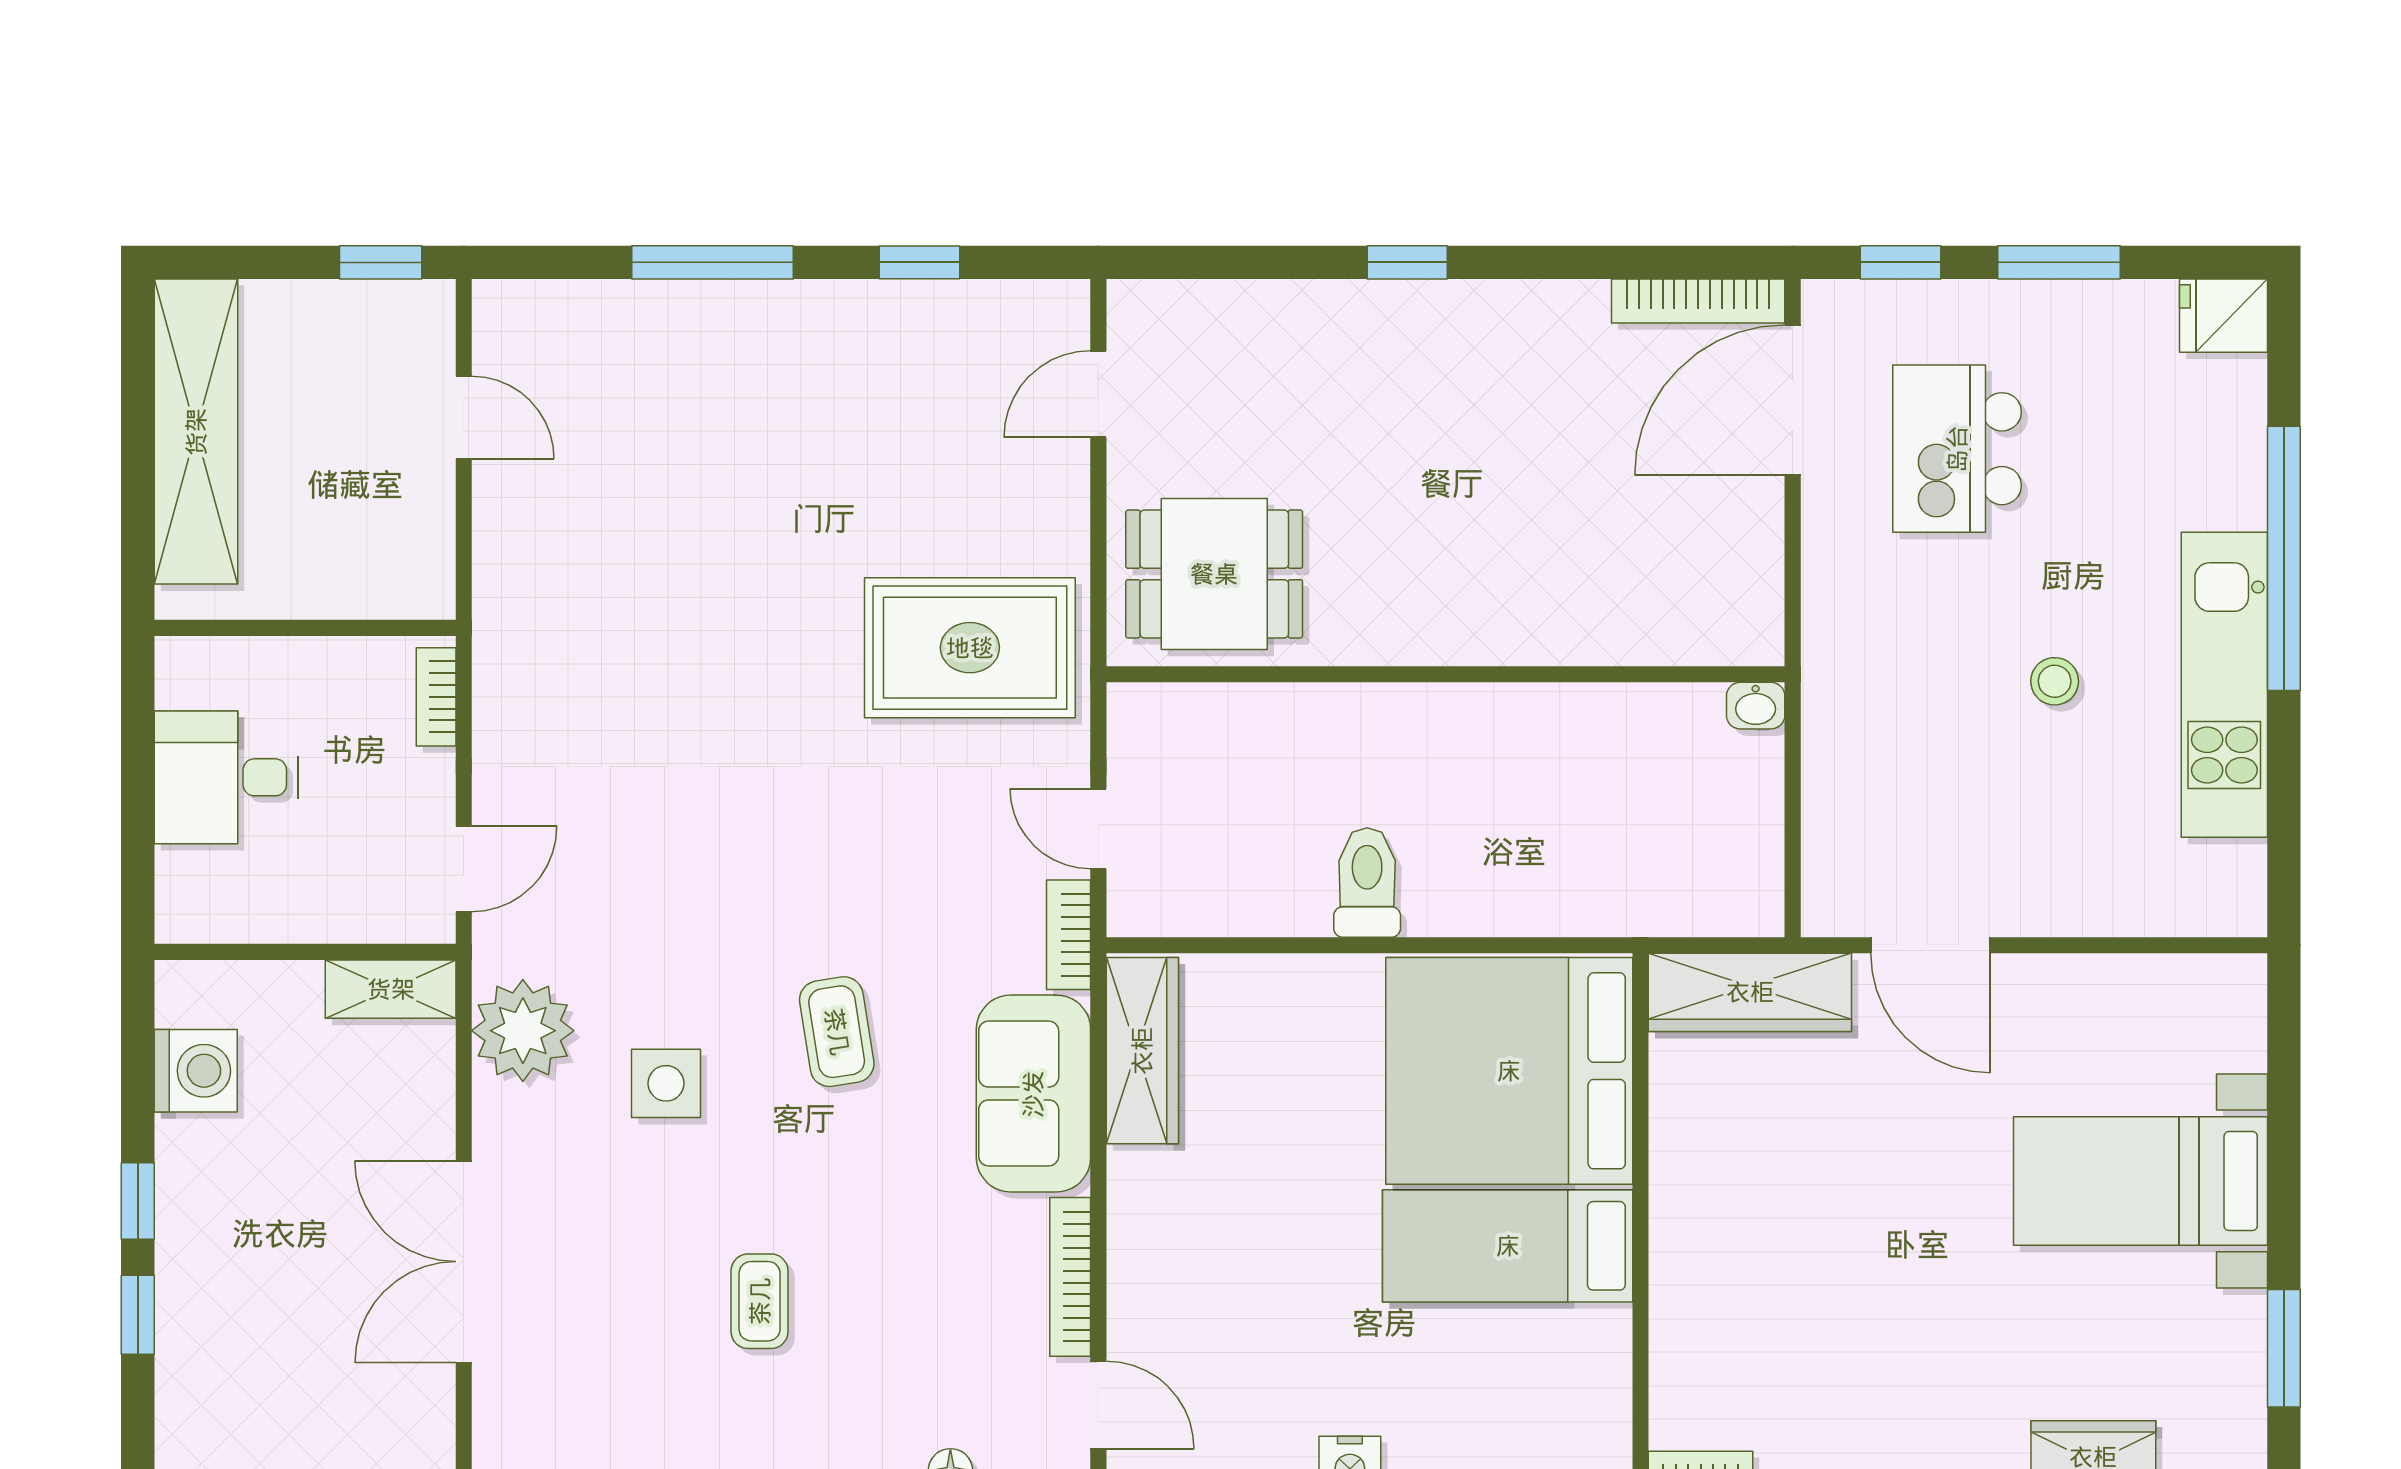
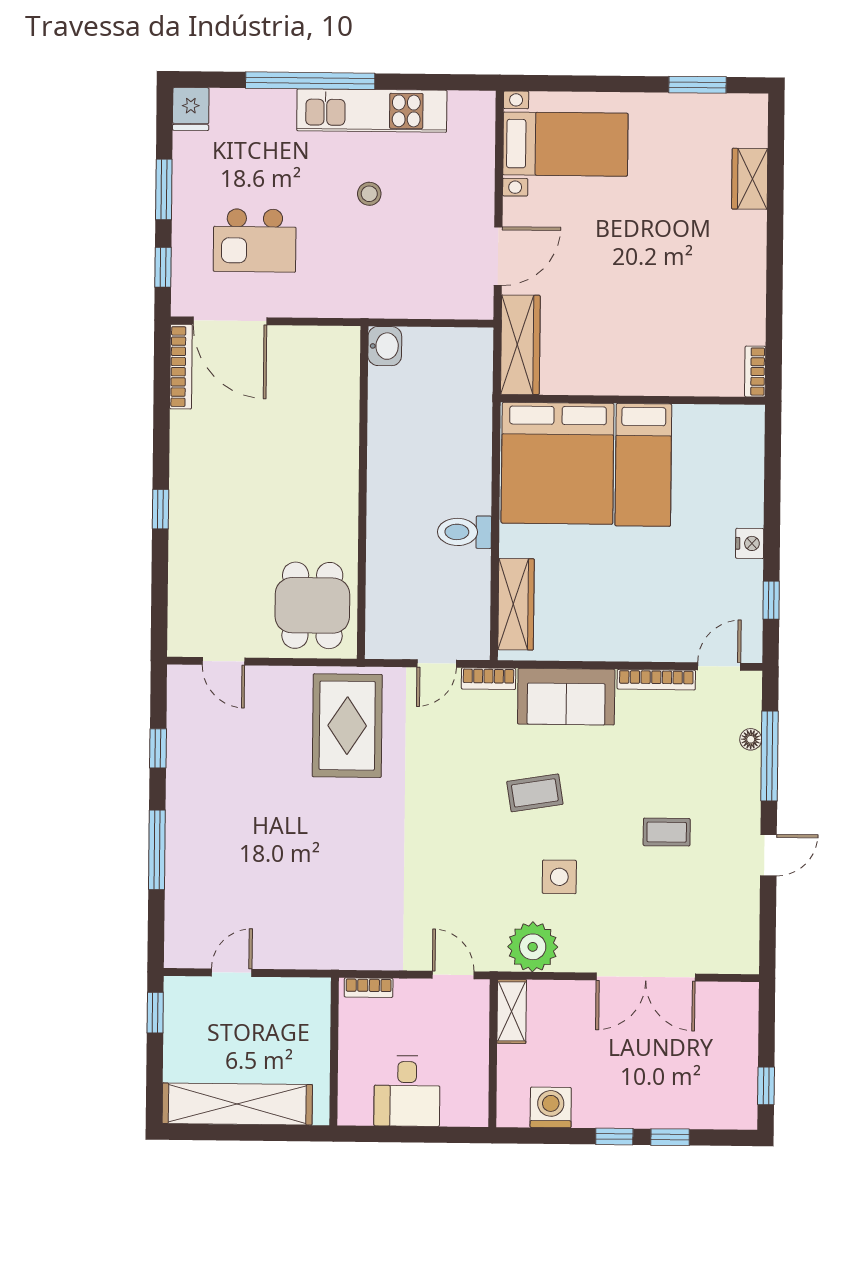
washbasin: (1756, 706) -> (385, 346), width x1.38, depth x1.45
wardrobe: (1142, 1051) -> (516, 604), moved, turned 90
bed with nightstands: (2140, 1181) -> (565, 144), moved, turned -90

